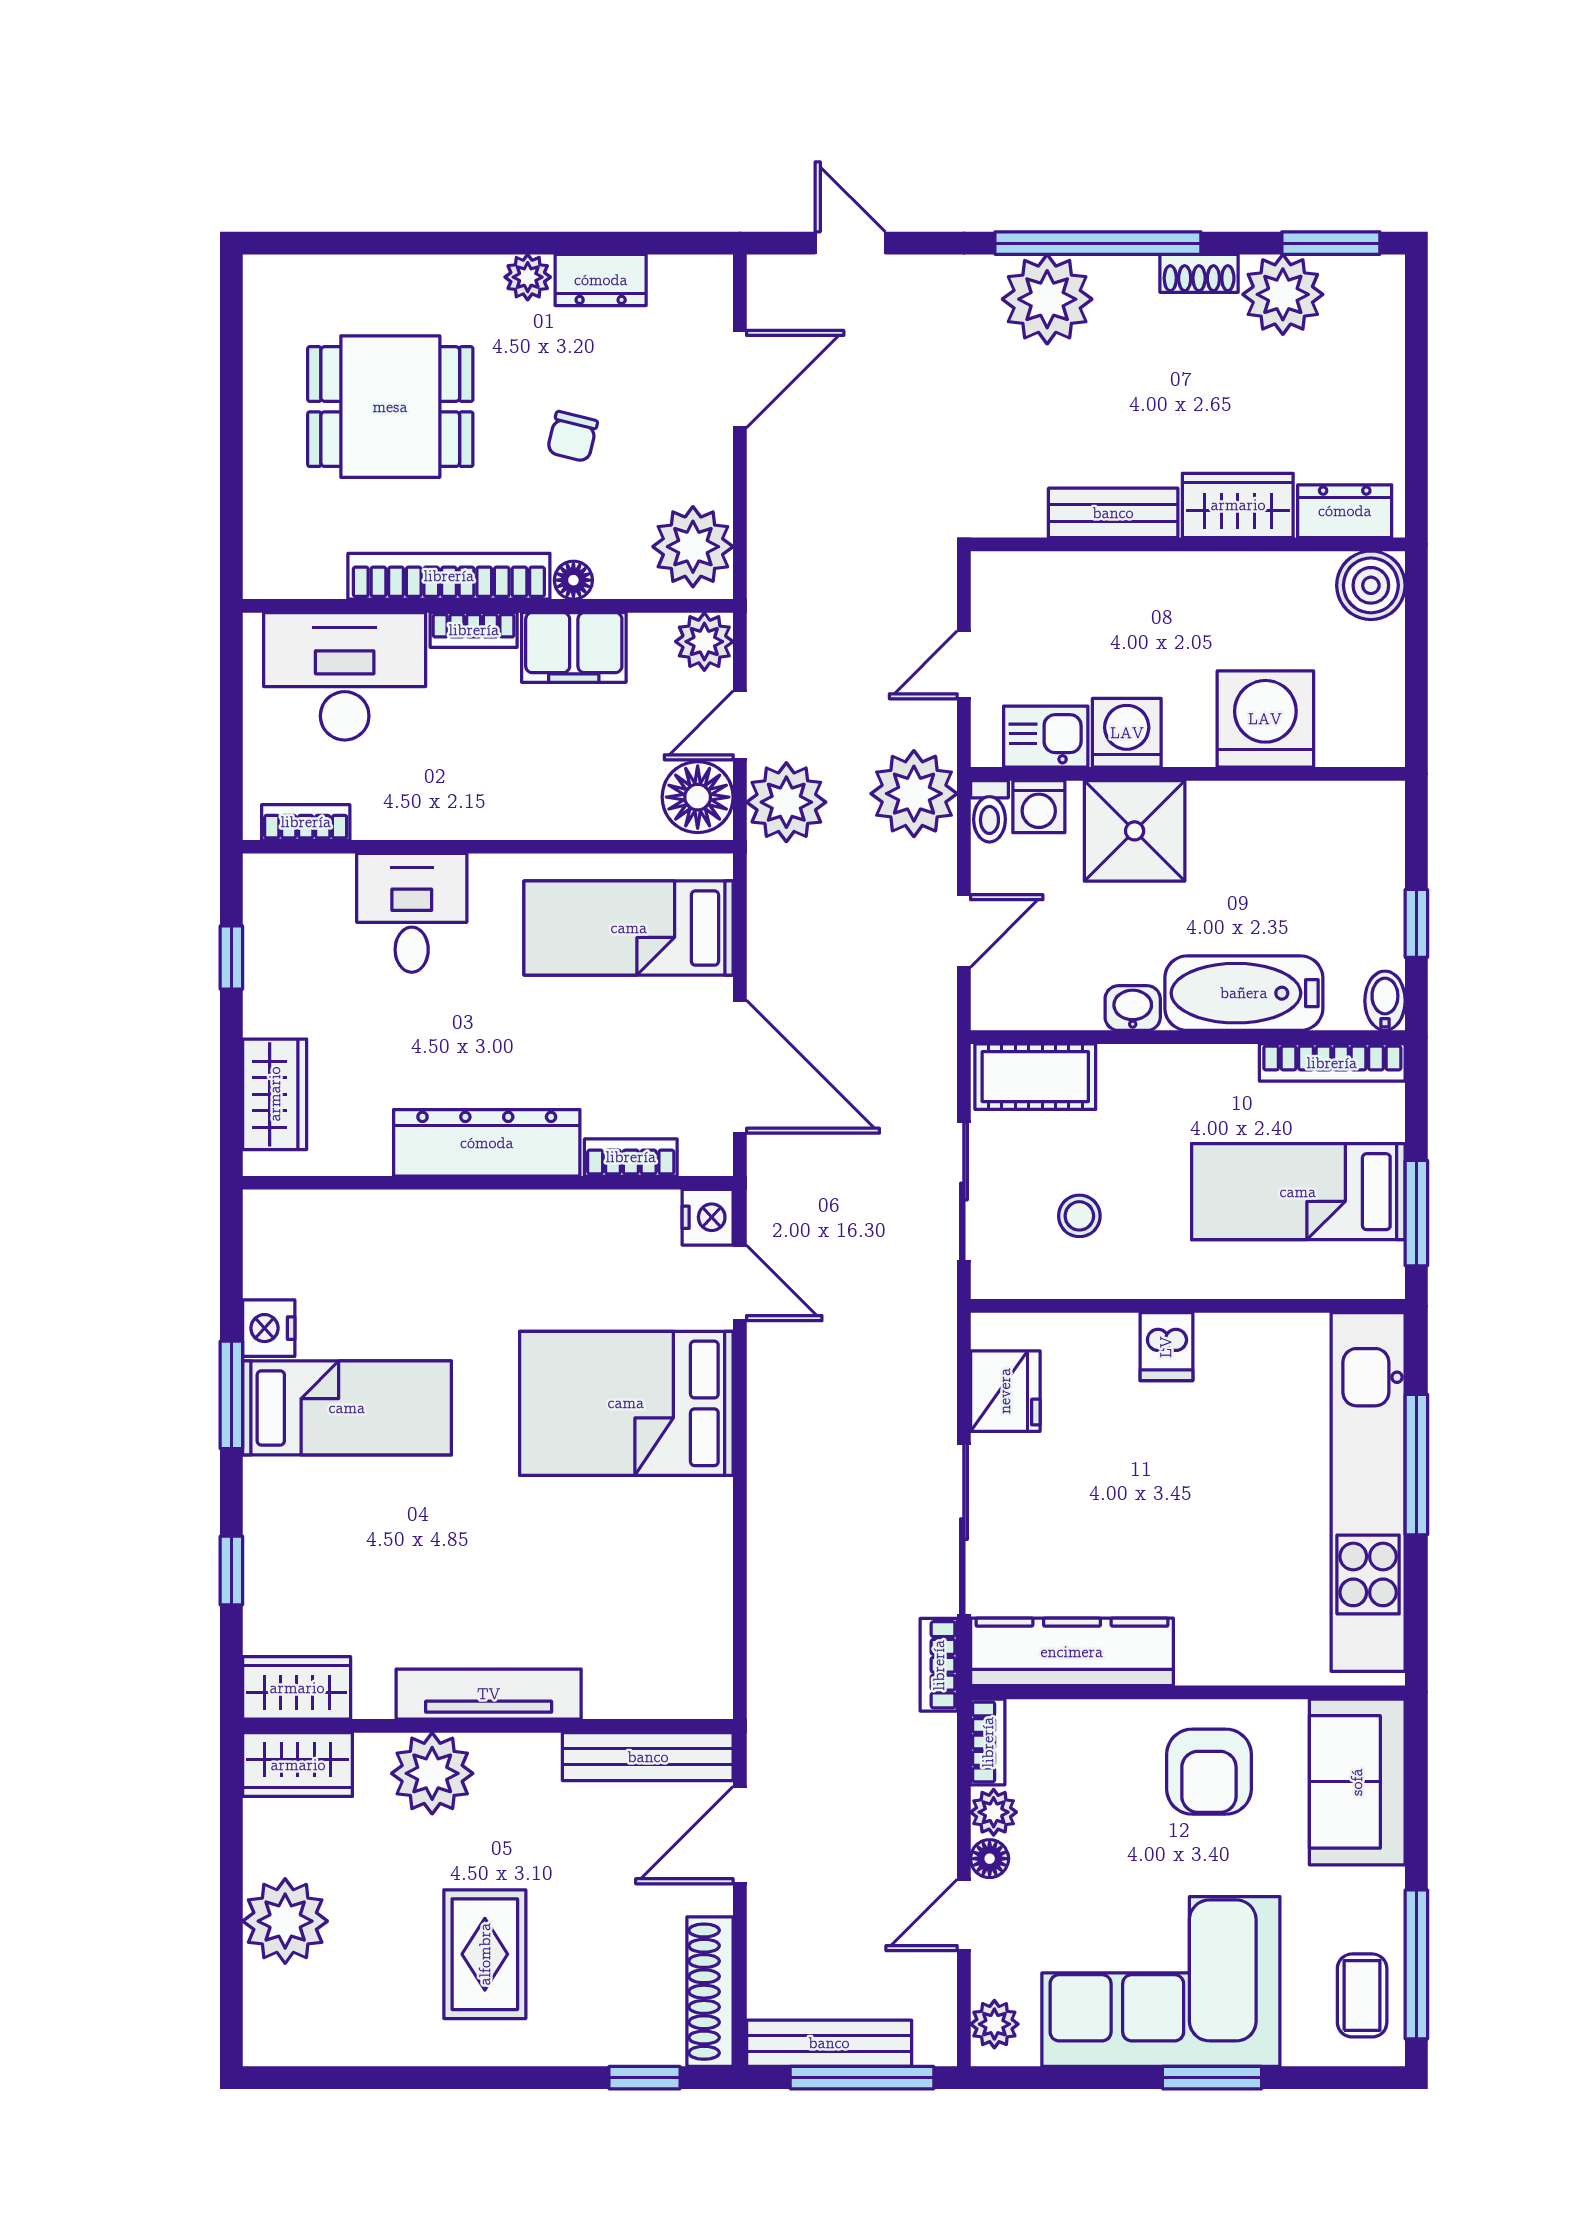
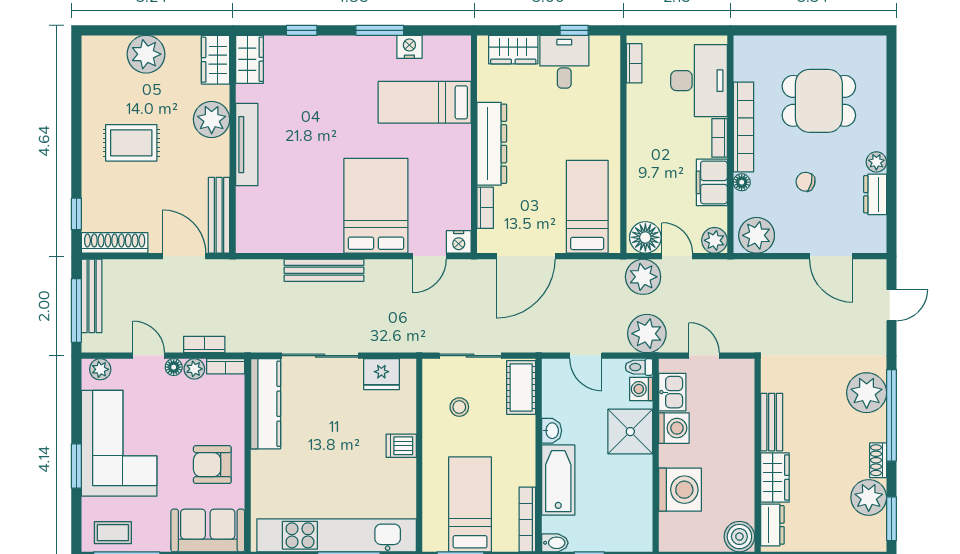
dining table: (390, 407) -> (819, 101), turned 90
desk: (412, 913) -> (564, 62), moved, turned -90
bed: (347, 1408) -> (425, 102), moved, turned 90
bench: (772, 1520) -> (324, 270), added
bookcase: (939, 1665) -> (204, 345), moved

